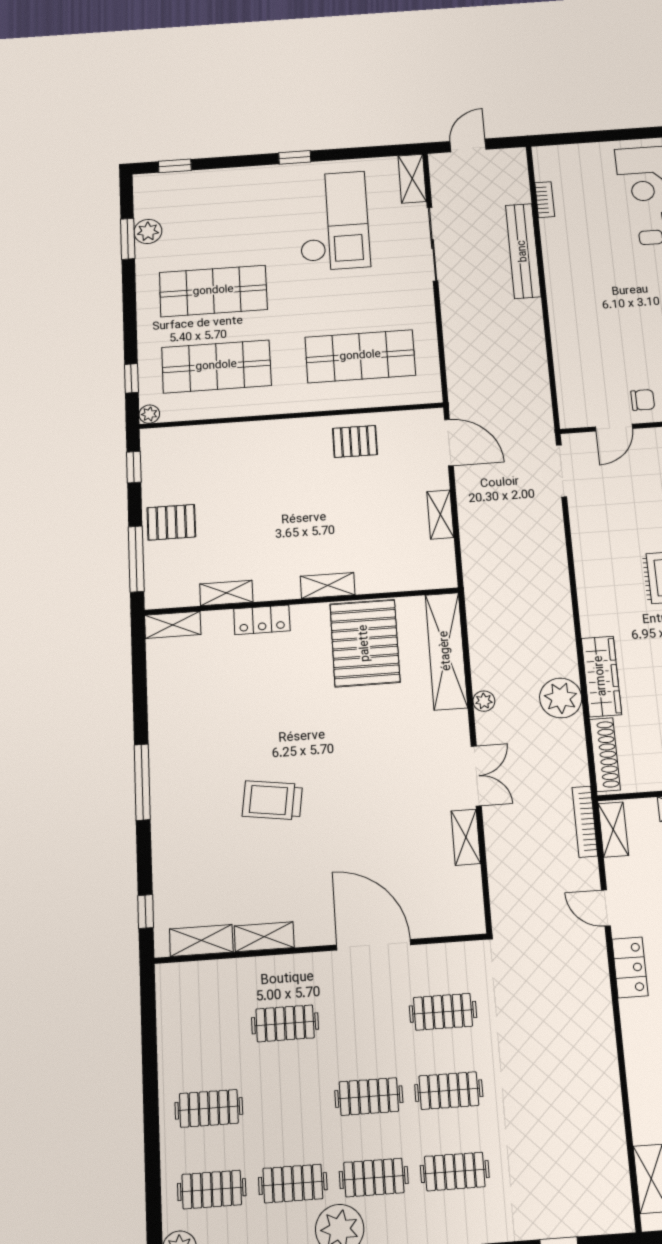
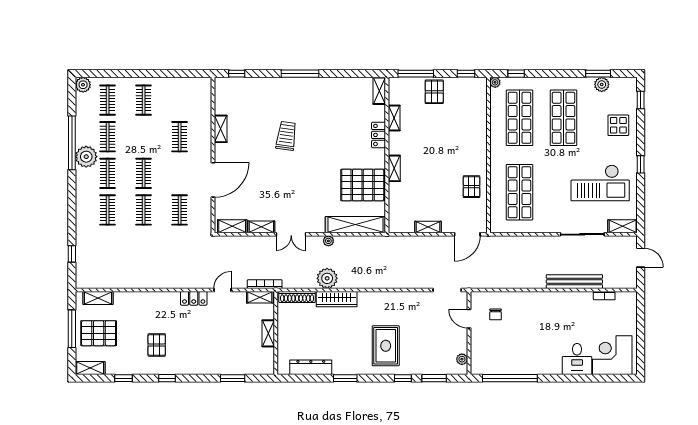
display table: (223, 199) -> (618, 125), added
chair: (643, 400) -> (496, 314), moved
shelving: (201, 940) -> (232, 226), moved, turned 90

